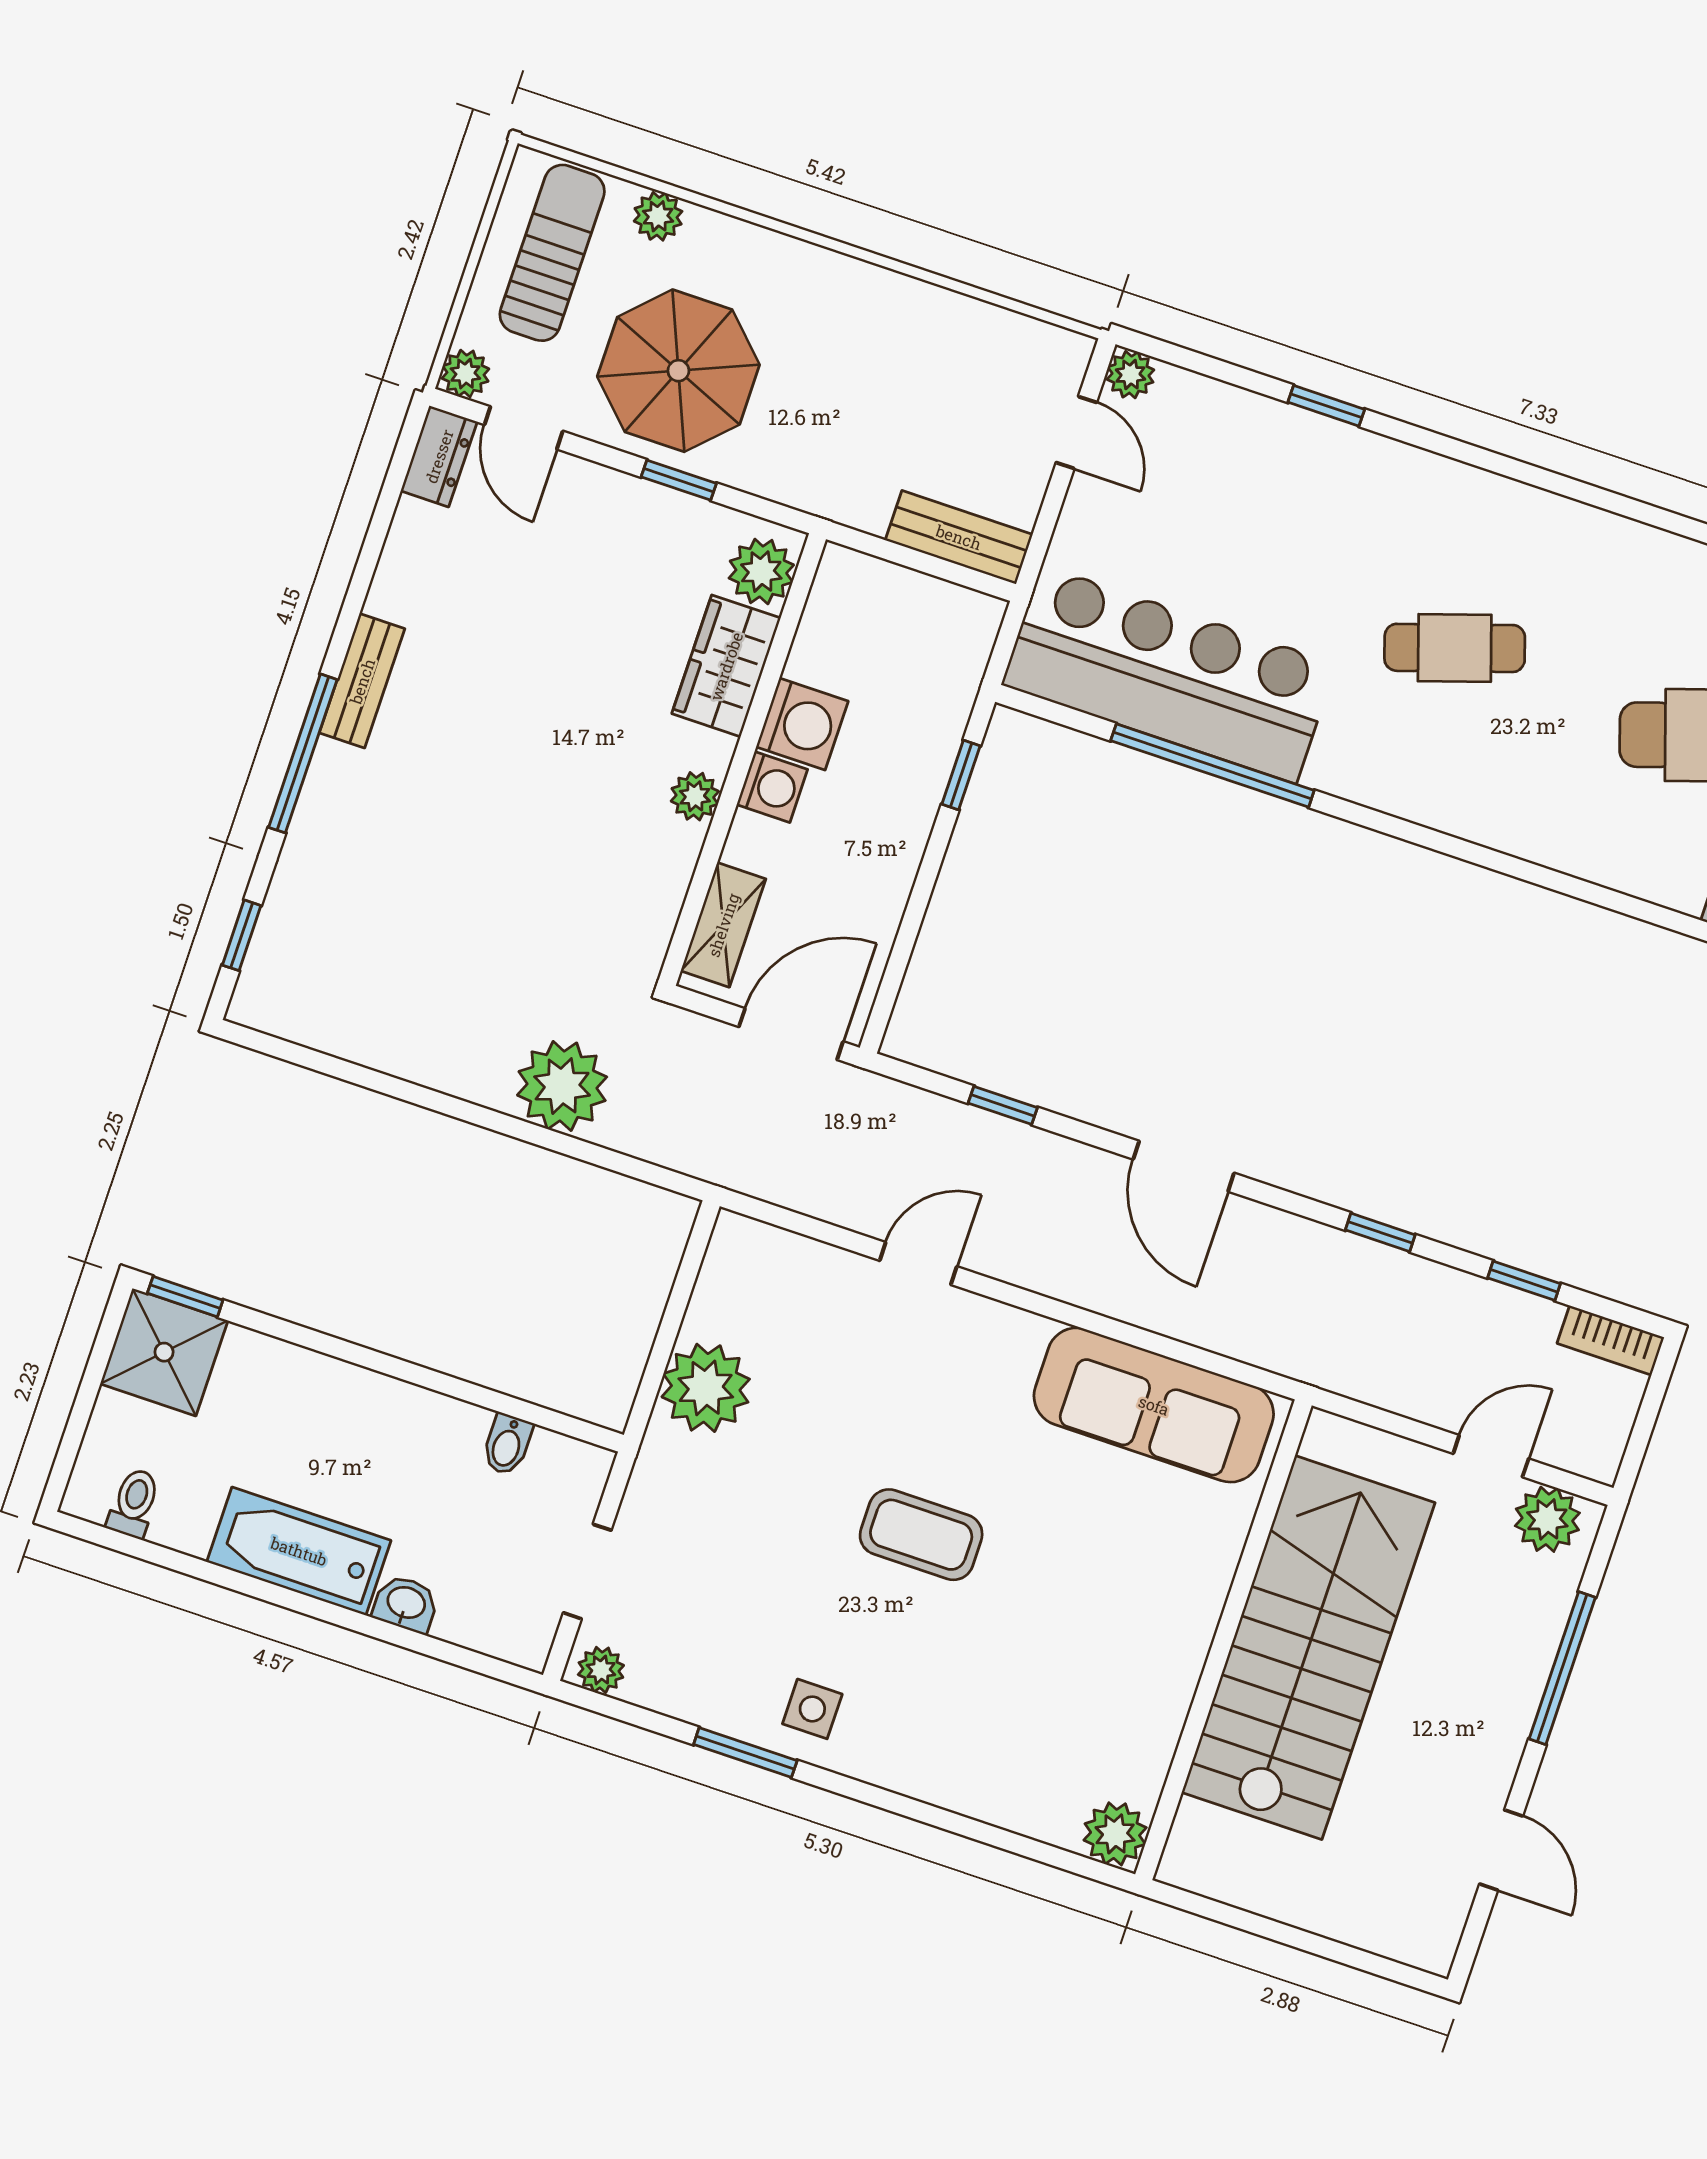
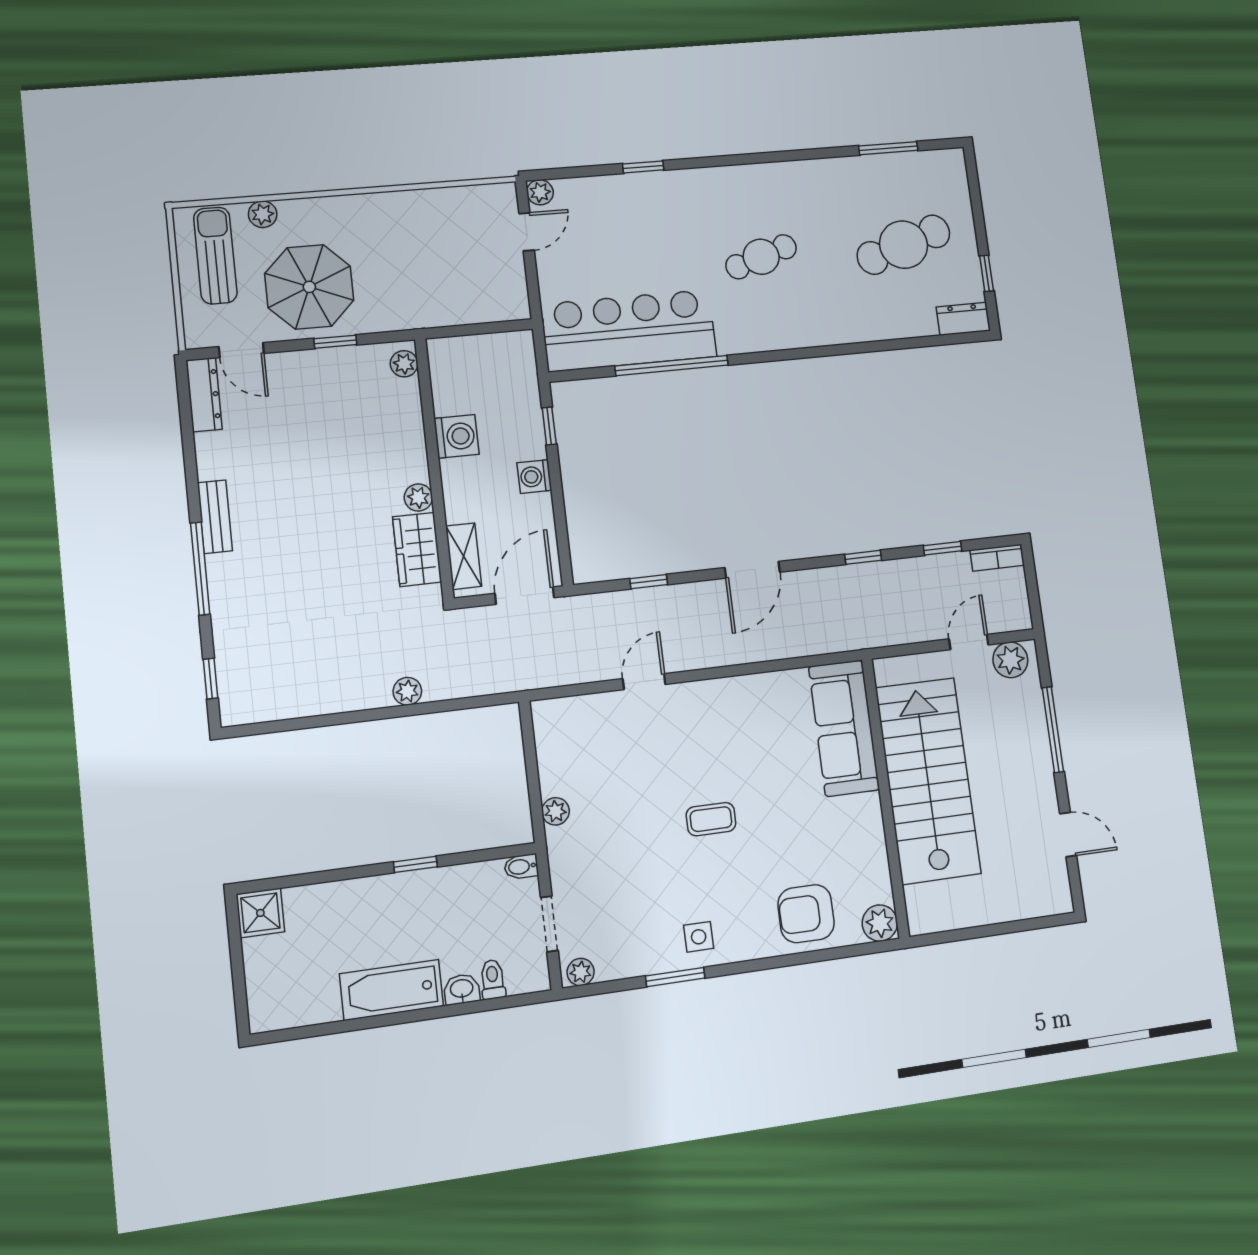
plant: (465, 374) -> (198, 336), removed
door: (1076, 432) -> (527, 232), hinge flipped
dresser: (439, 456) -> (204, 395), width x1.44
bench: (959, 537) -> (492, 309), removed
plant: (761, 572) -> (404, 364), width x0.73, depth x0.73
wardrobe: (726, 666) -> (417, 549), moved
washing machine: (772, 787) -> (534, 477), moved, turned 180
plant: (562, 1086) -> (407, 691), width x0.53, depth x0.53
door: (1184, 1166) -> (752, 570), hinge flipped
window: (185, 1297) -> (415, 864), moved
shower: (164, 1352) -> (260, 913), width x0.73, depth x0.73
plant: (706, 1388) -> (555, 811), width x0.53, depth x0.53
sofa: (1154, 1405) -> (844, 728), moved, turned 90
bidet: (507, 1444) -> (521, 867), moved, turned 90
toilet: (134, 1503) -> (493, 979), moved
coffee table: (921, 1535) -> (711, 819), width x0.73, depth x0.77
armchair: (1002, 1759) -> (806, 914), added

